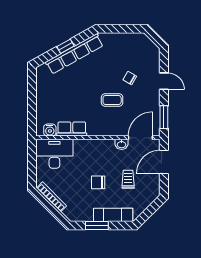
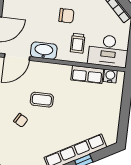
washbasin: (122, 144) -> (44, 51), width x1.91, depth x1.45
trolley: (128, 179) -> (78, 43), moved

